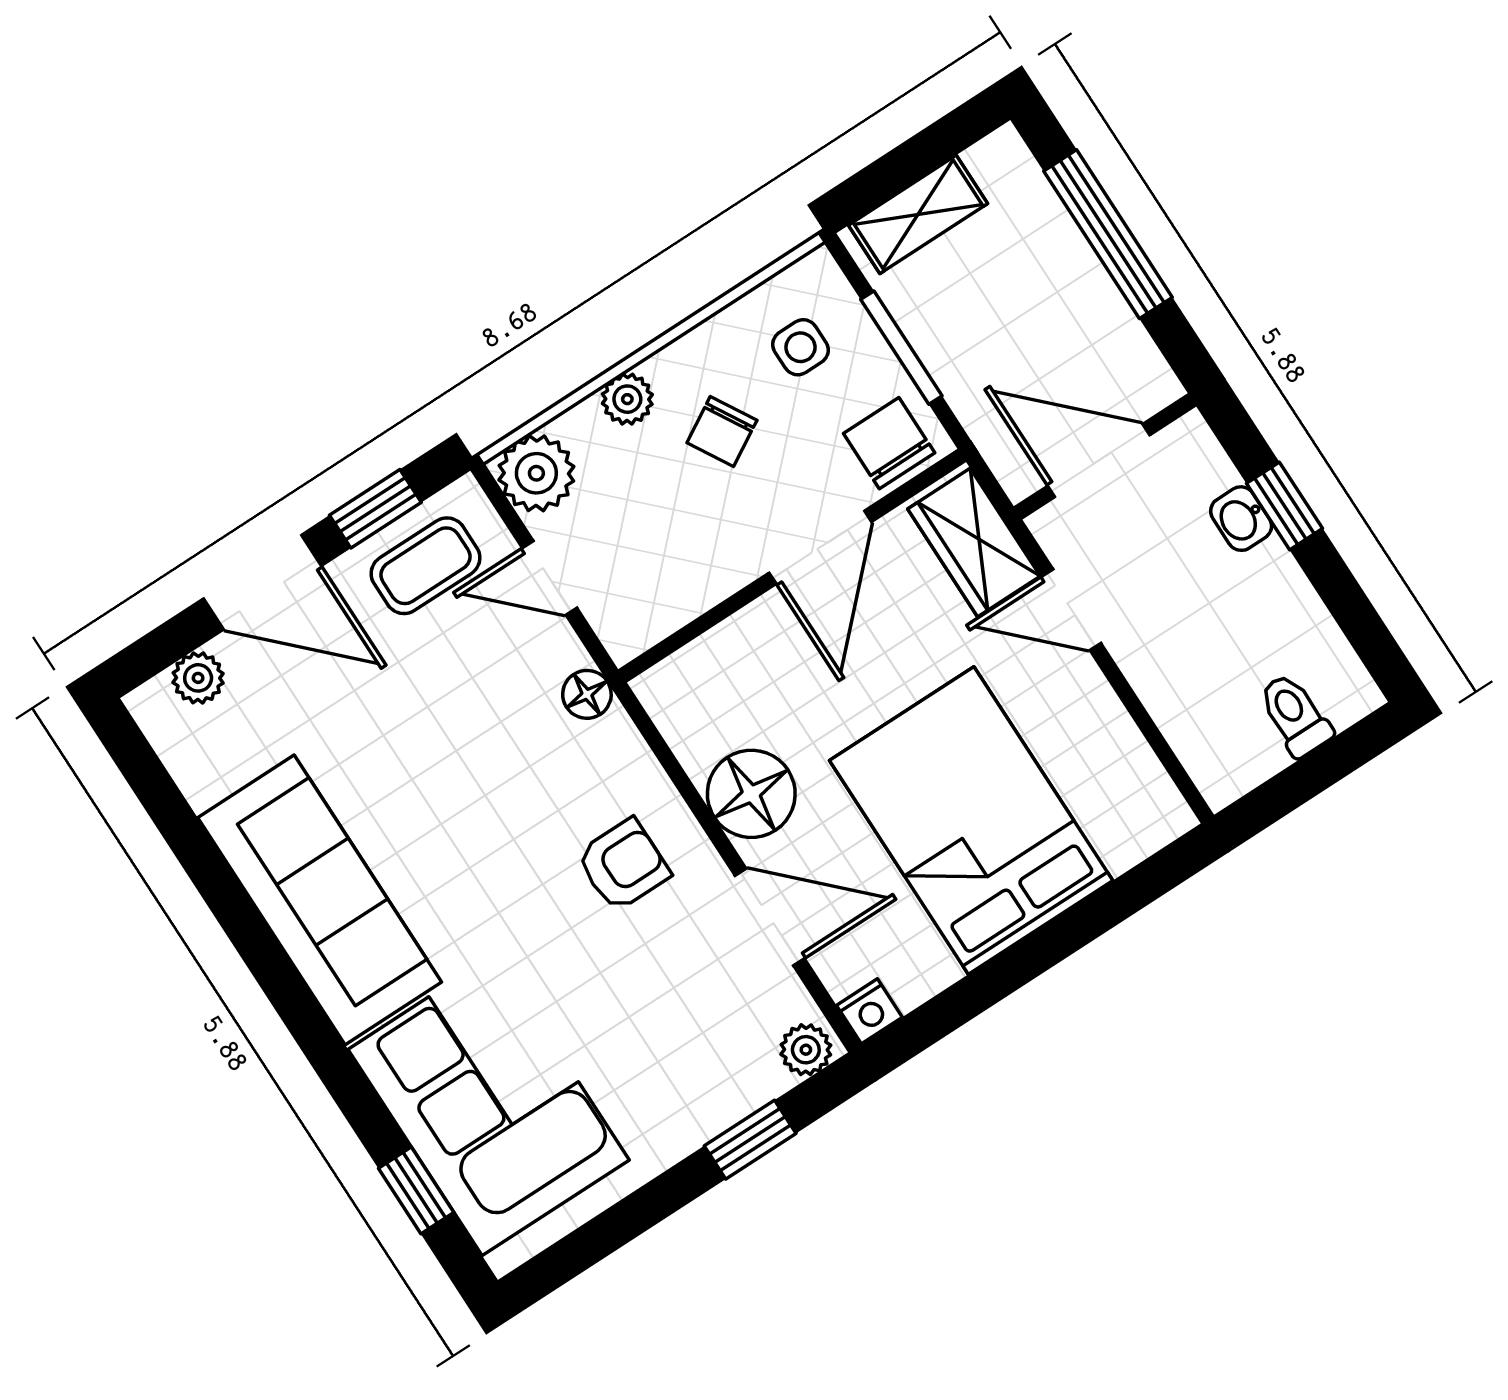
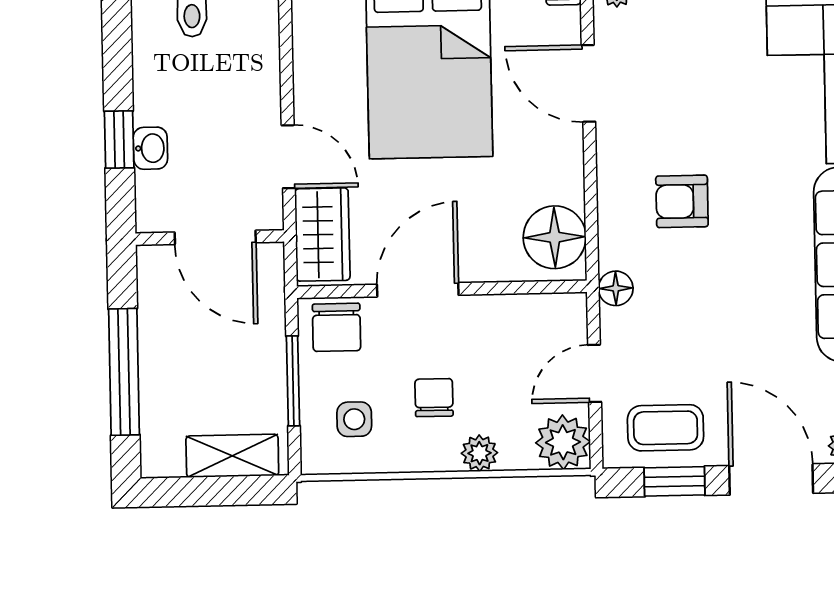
chair: (722, 431) -> (434, 398), turned -60
door: (550, 578) -> (595, 373), swing flipped
floor lamp: (751, 794) -> (555, 237), moved
armchair: (623, 865) -> (682, 201), moved

